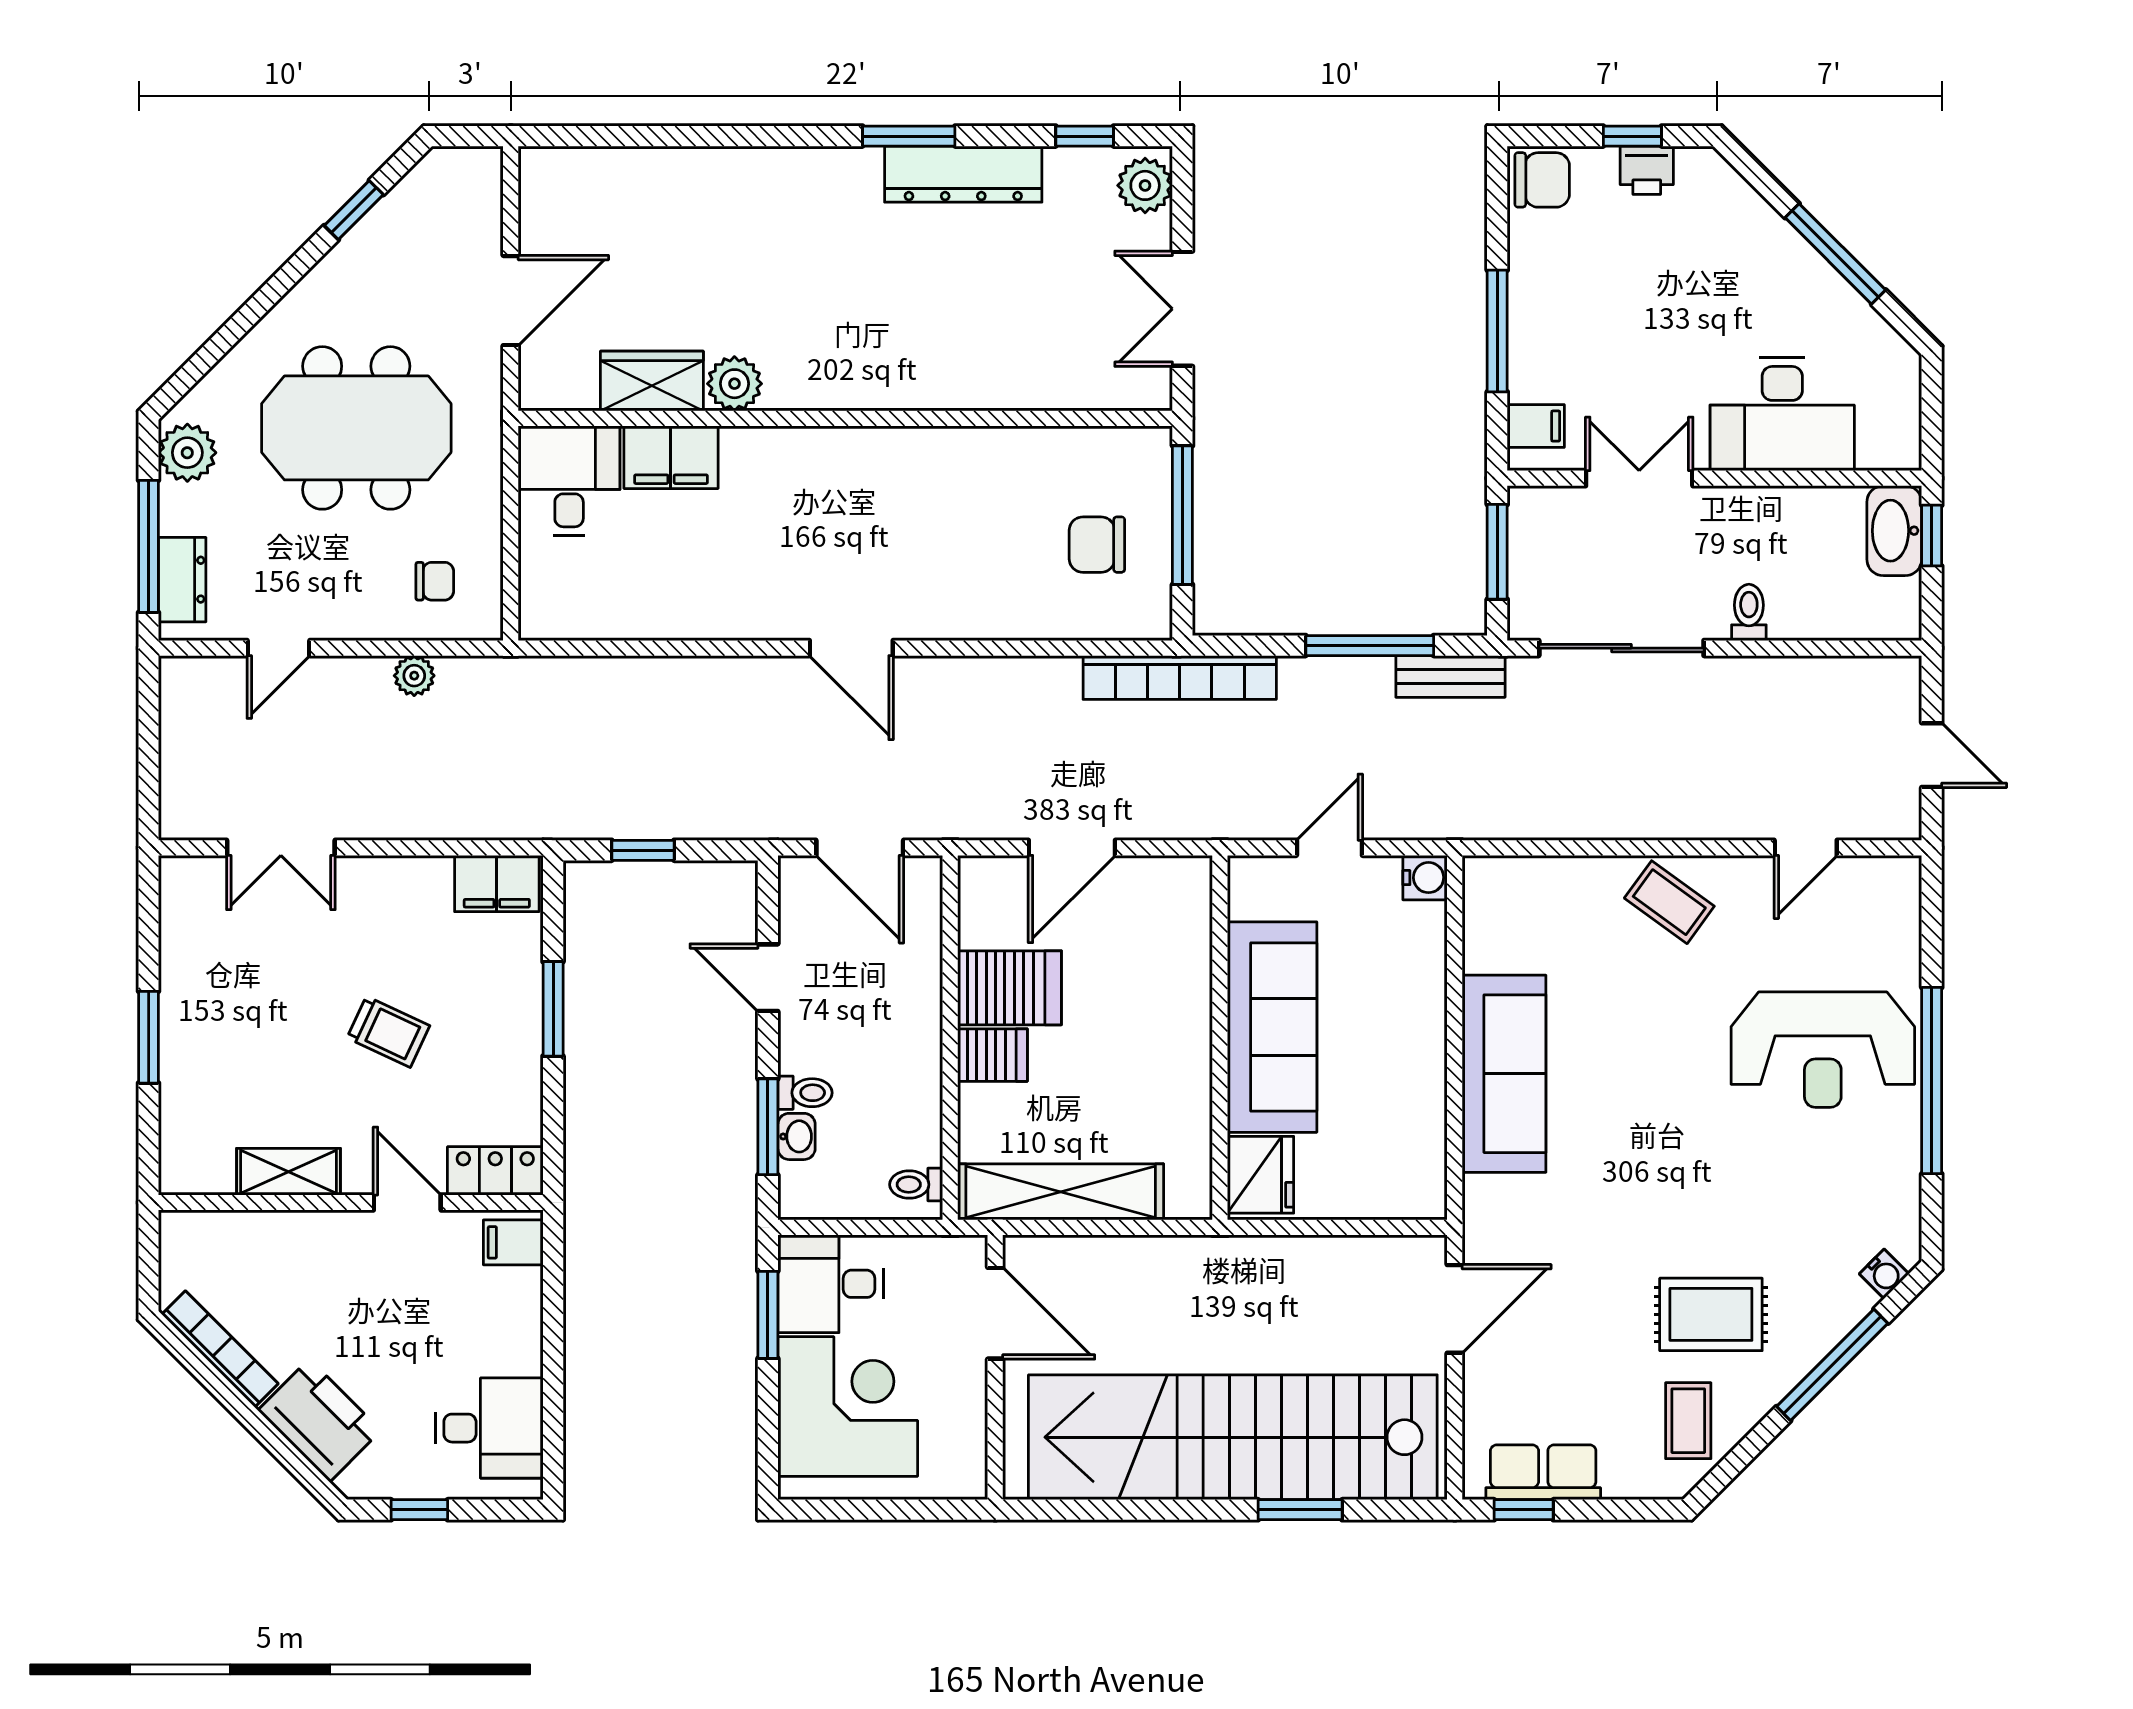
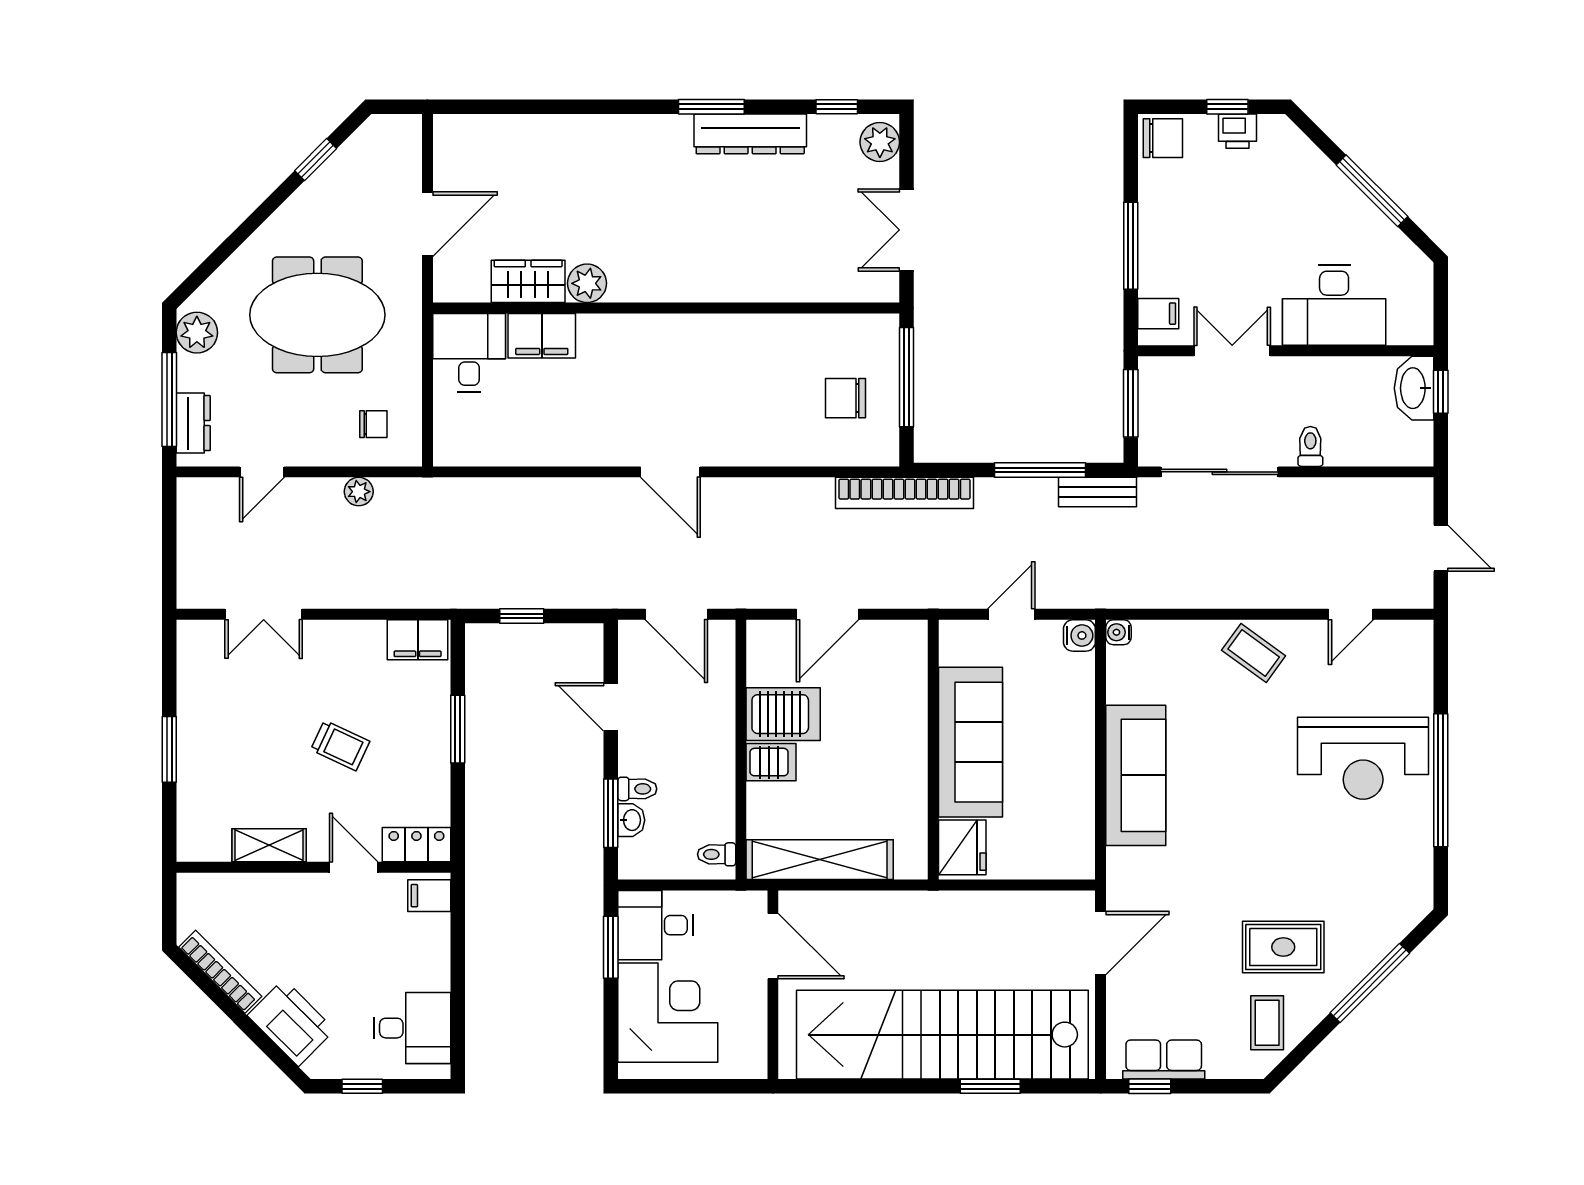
water cooler: (1884, 1274) -> (1118, 632), moved, turned 135

